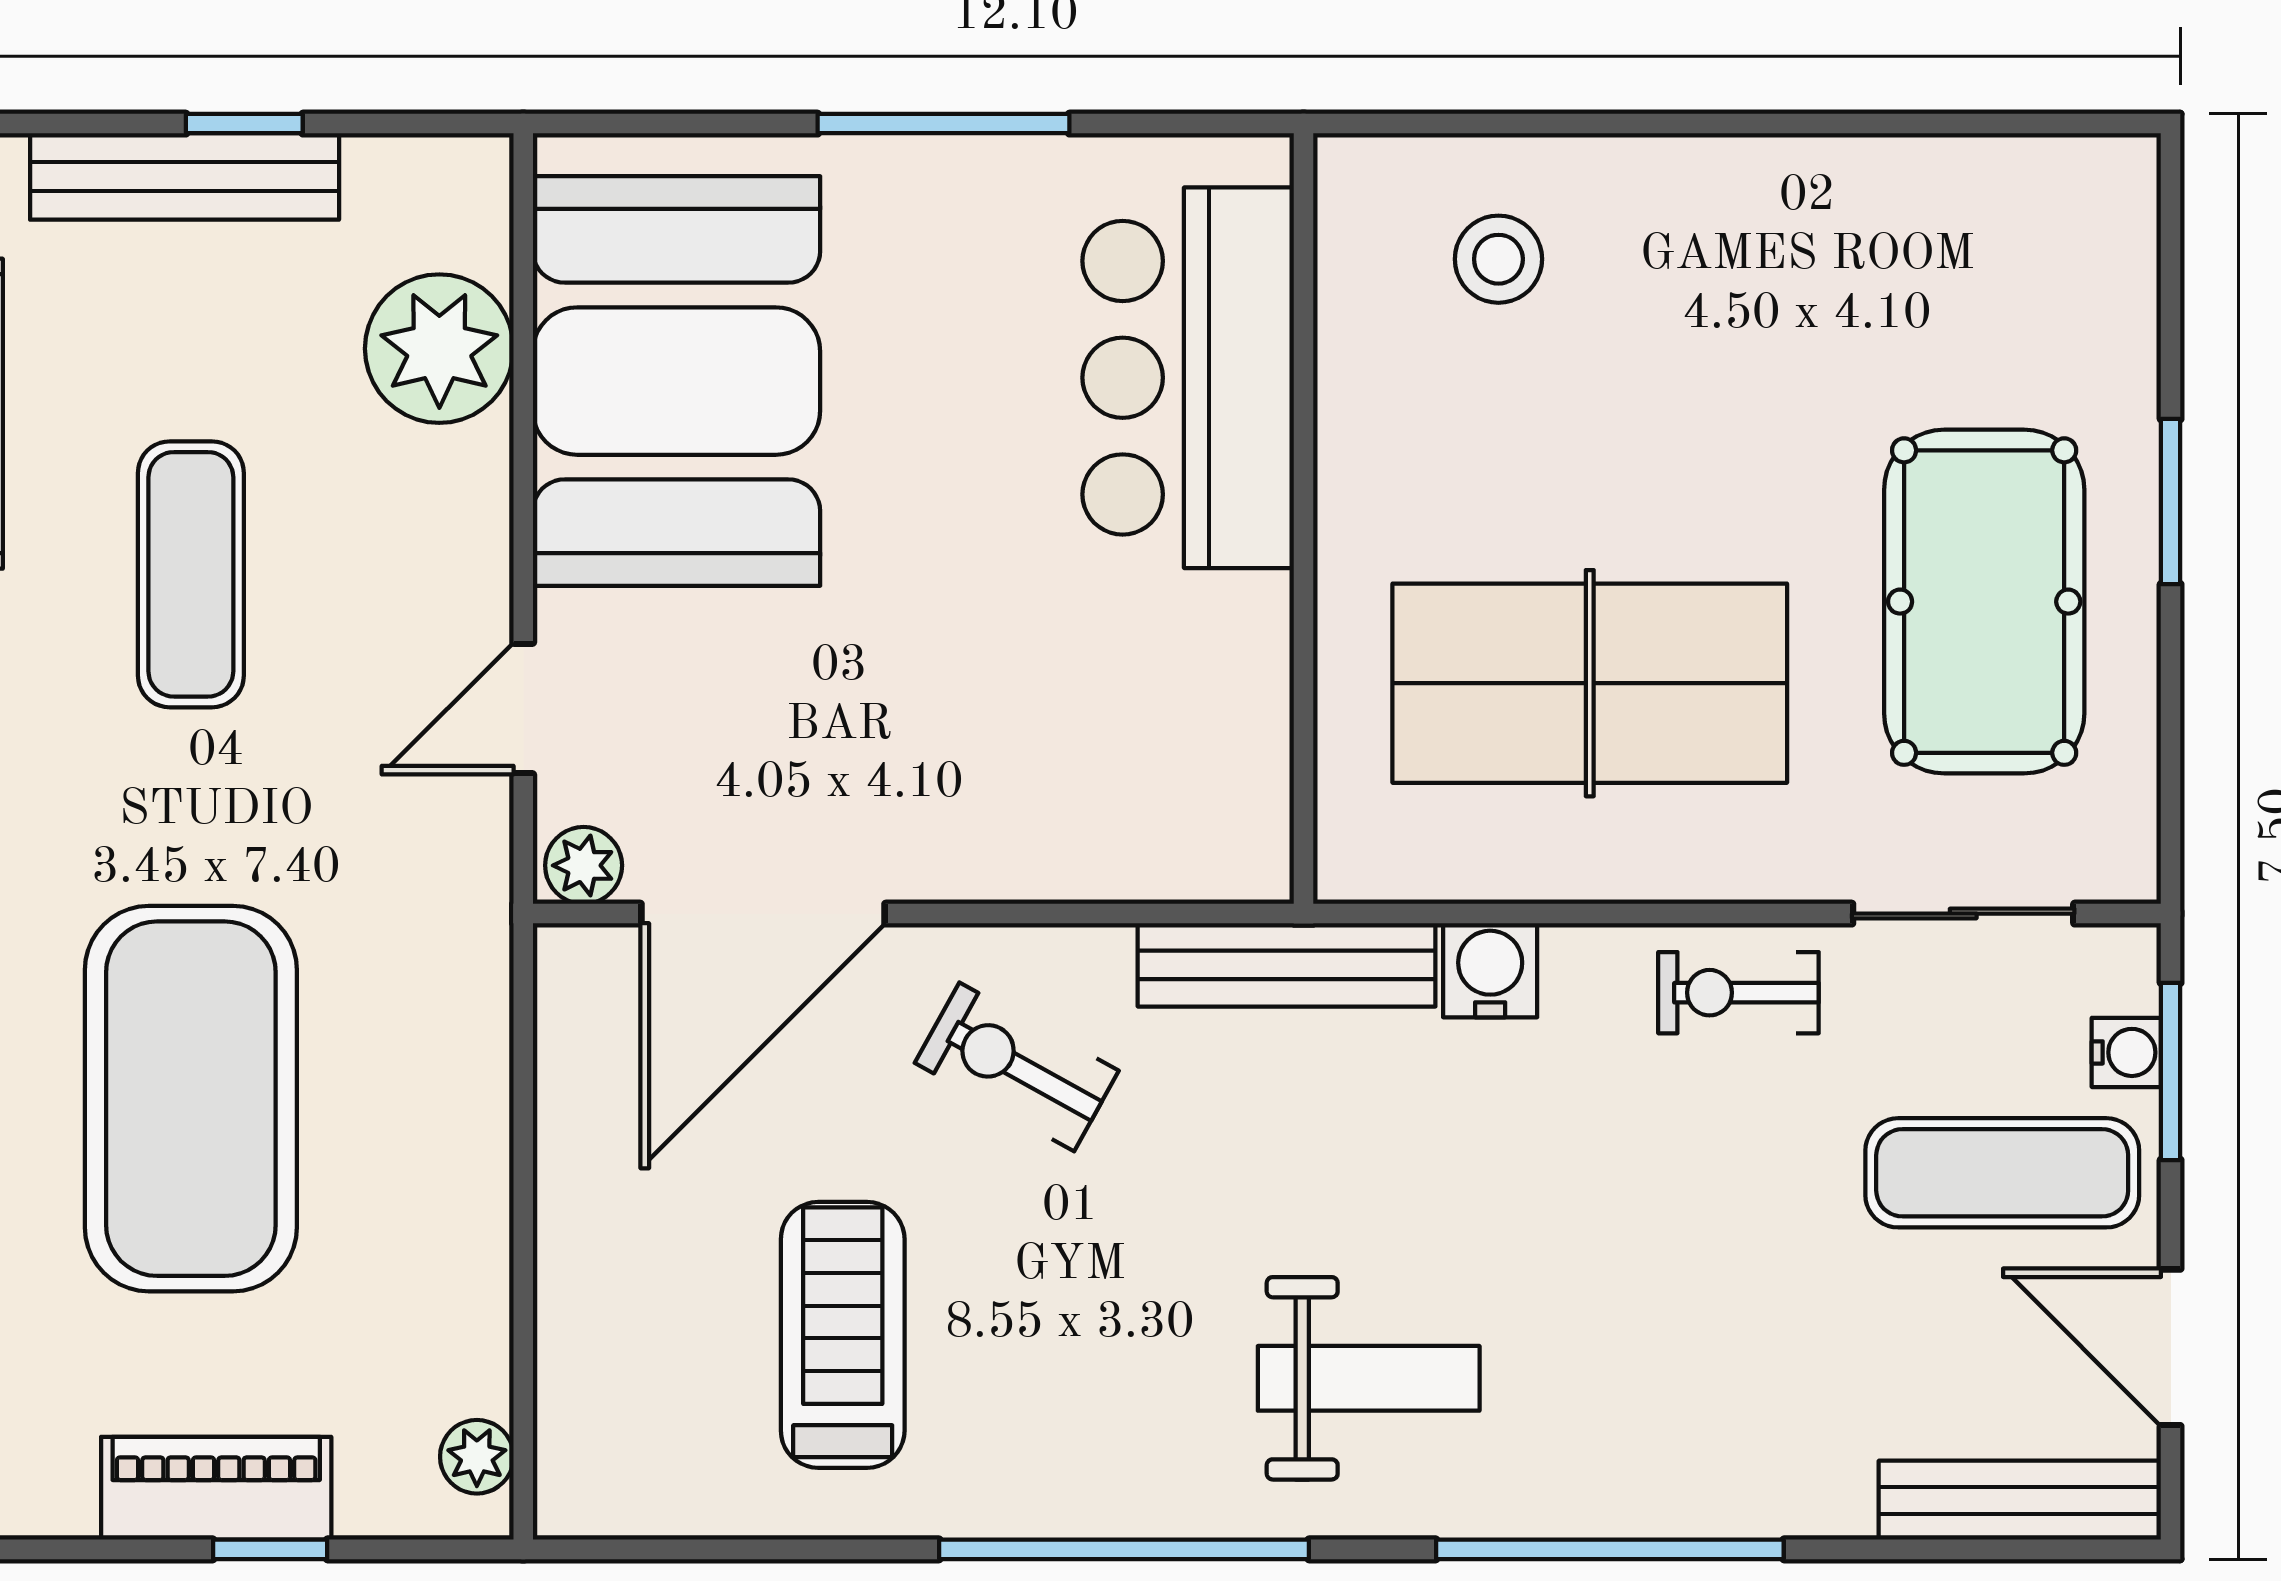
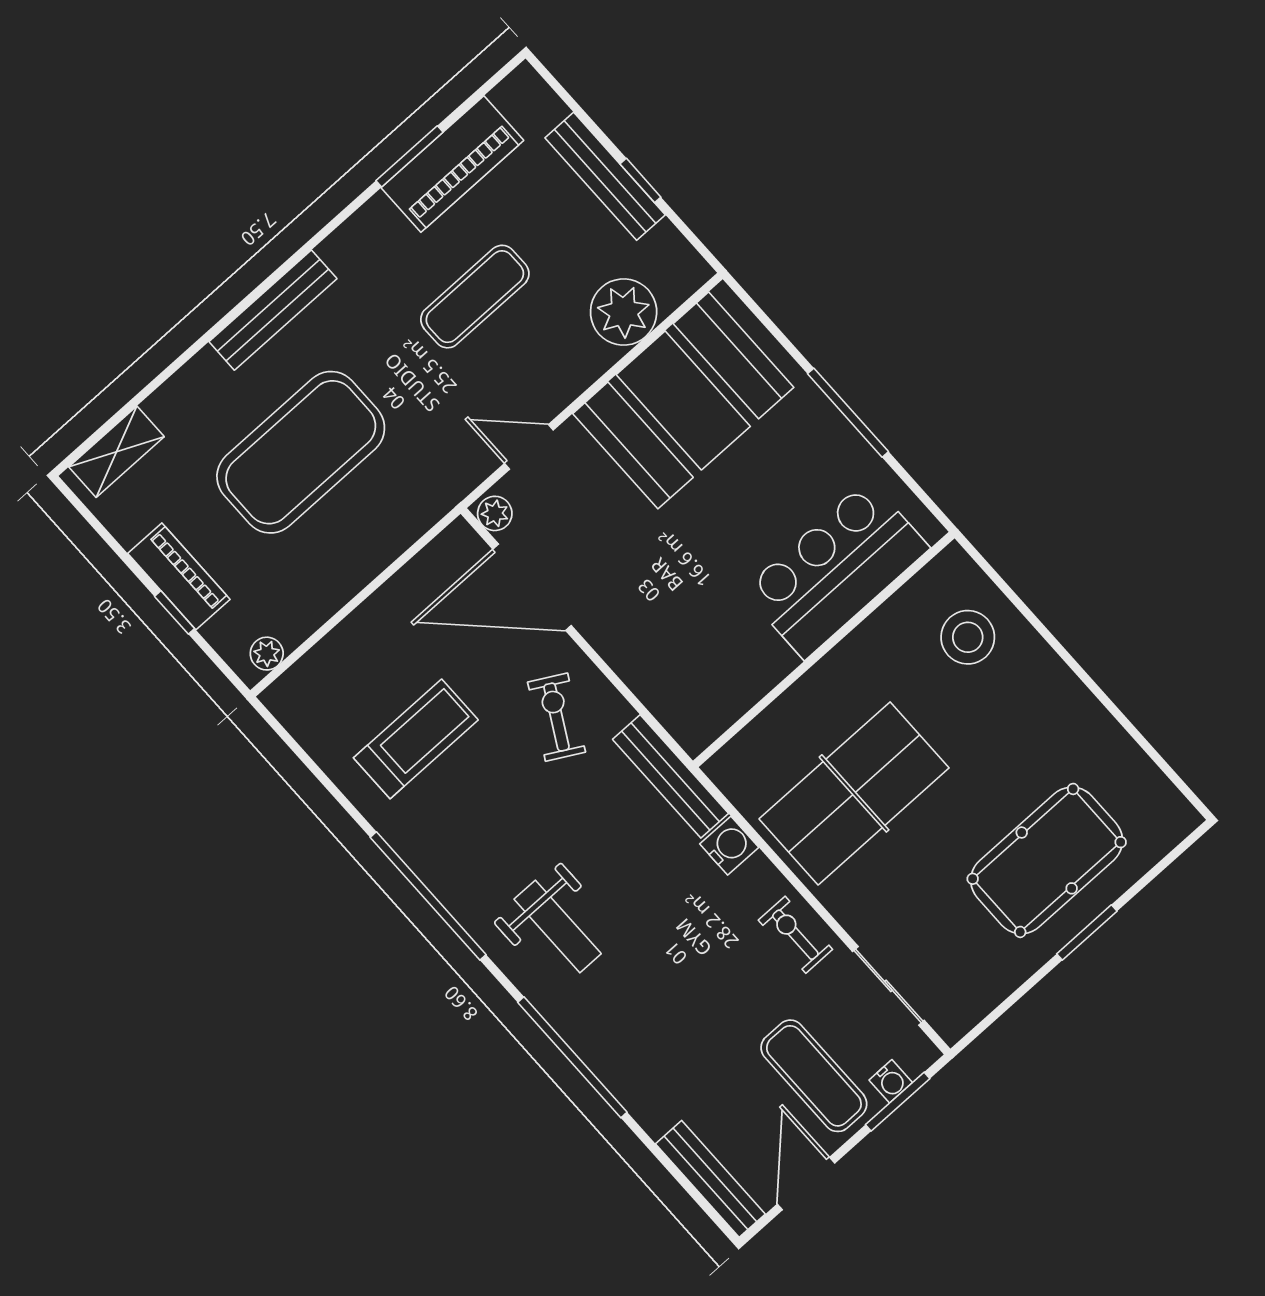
stool: (1498, 259) -> (968, 637), width x1.38, depth x1.38
pool table: (1984, 602) -> (1047, 860), moved
table tennis table: (1590, 683) -> (854, 793), turned 90

